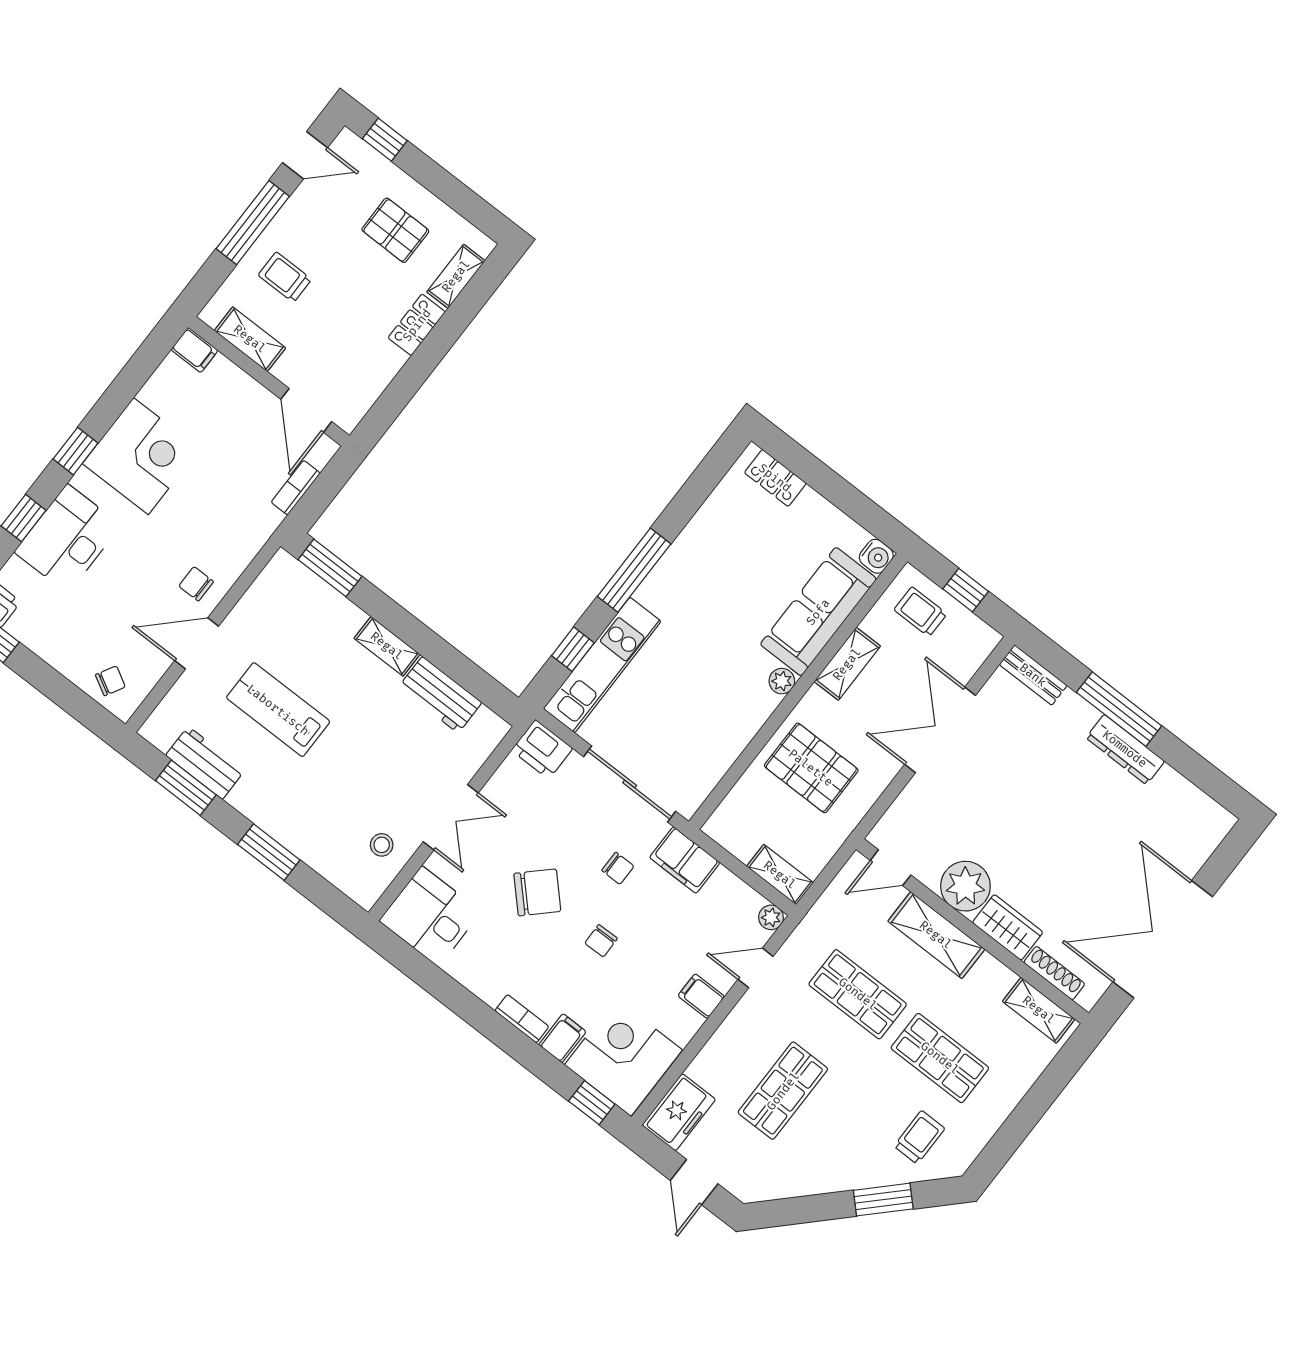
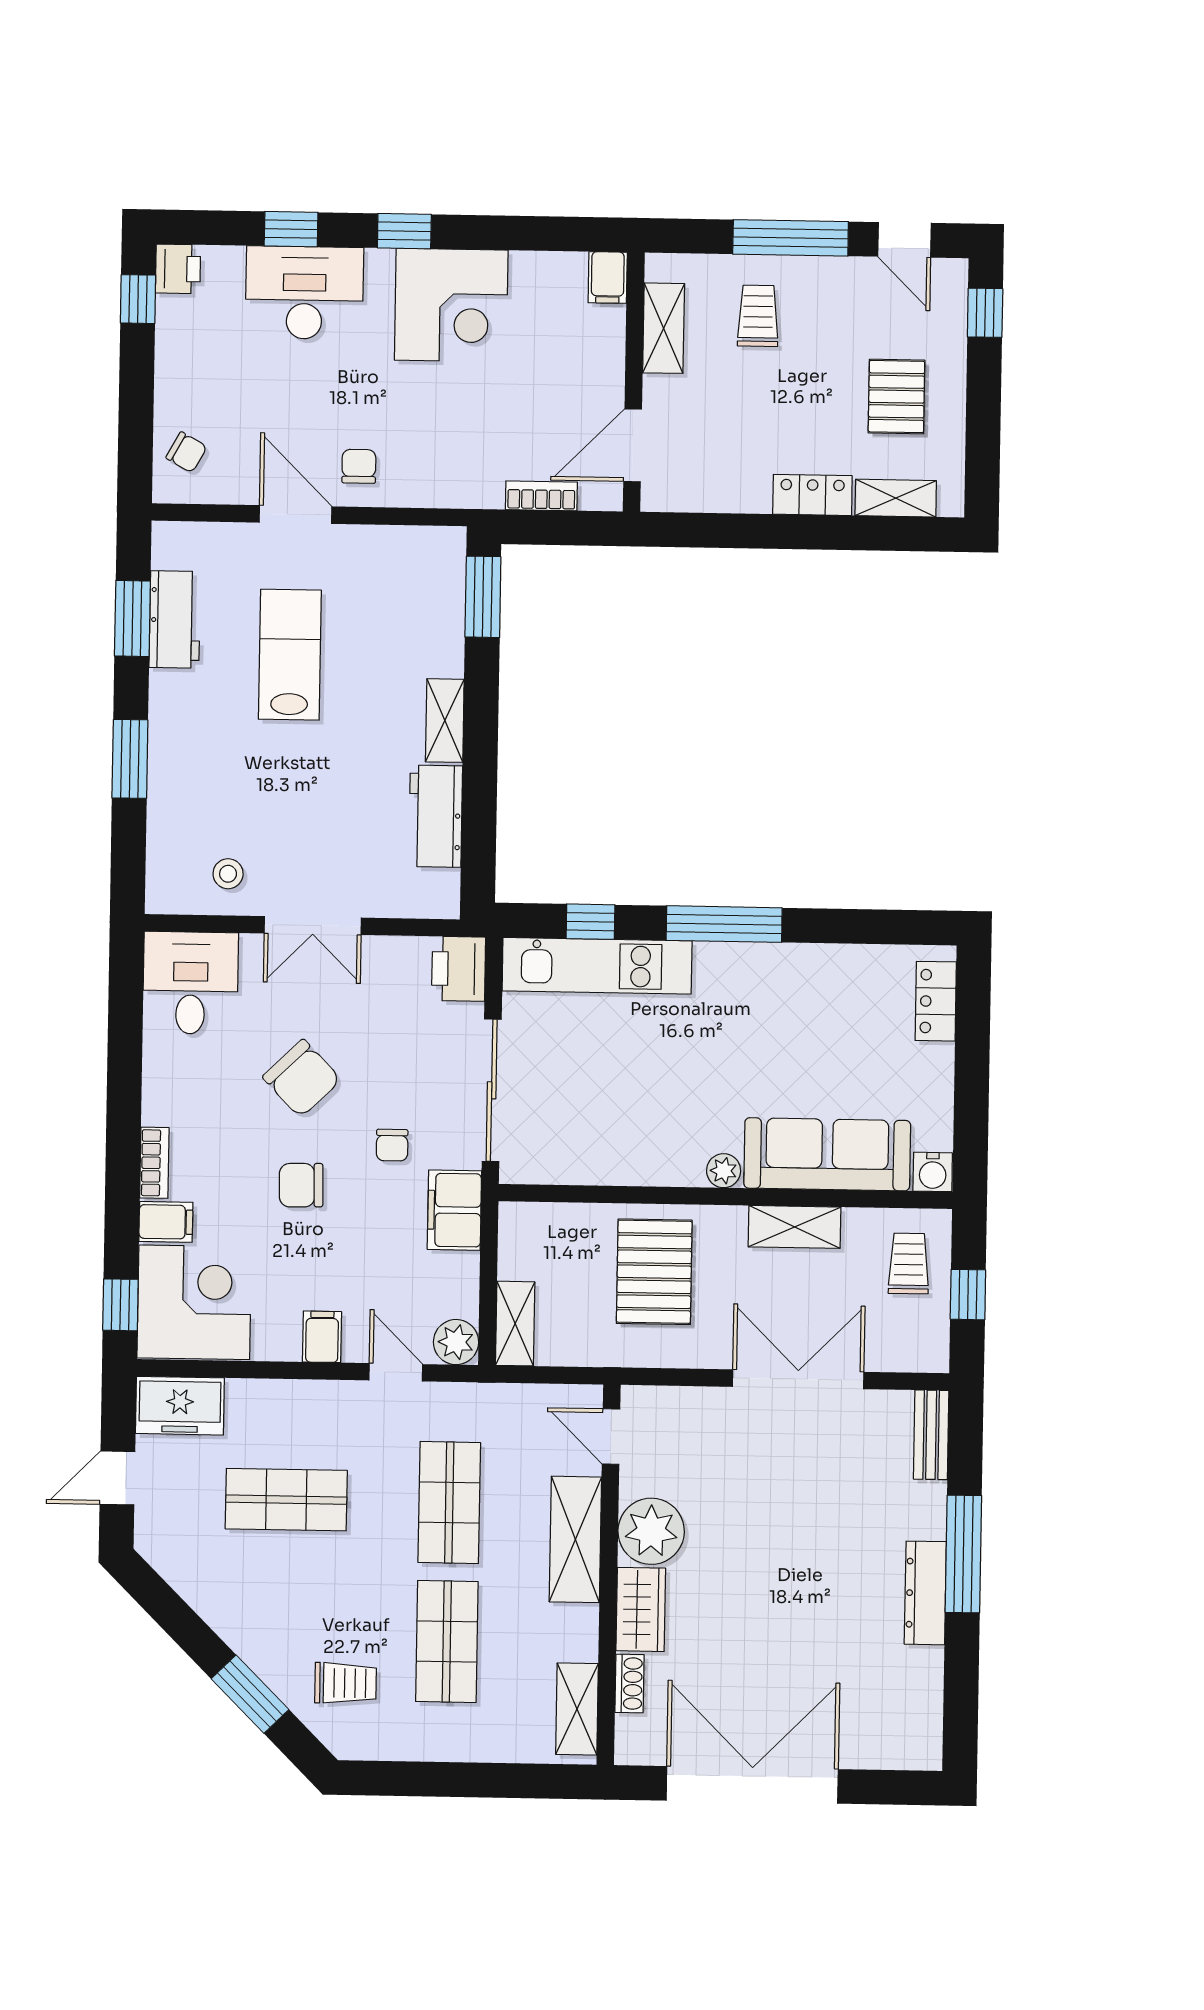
plant: (771, 917) -> (456, 1342), width x1.38, depth x1.38
chair: (601, 941) -> (301, 1185), width x1.37, depth x1.37
shoe rack: (1054, 973) -> (629, 1683), width x0.70

